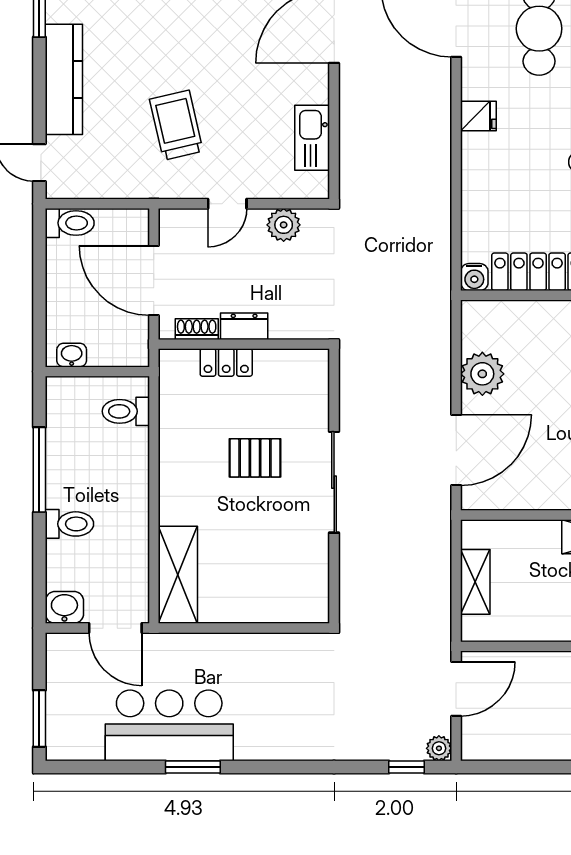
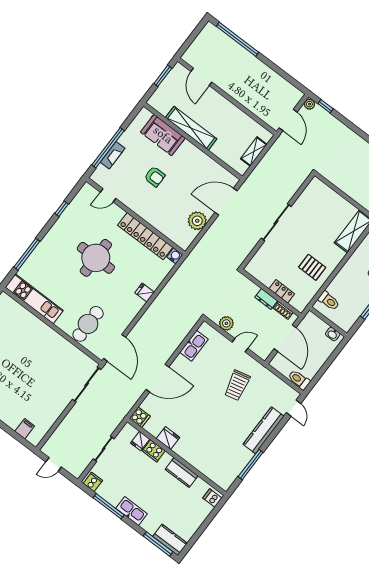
fridge: (478, 116) -> (145, 293), moved
pallet: (255, 458) -> (312, 267), moved
door: (456, 689) -> (288, 120), swing flipped

